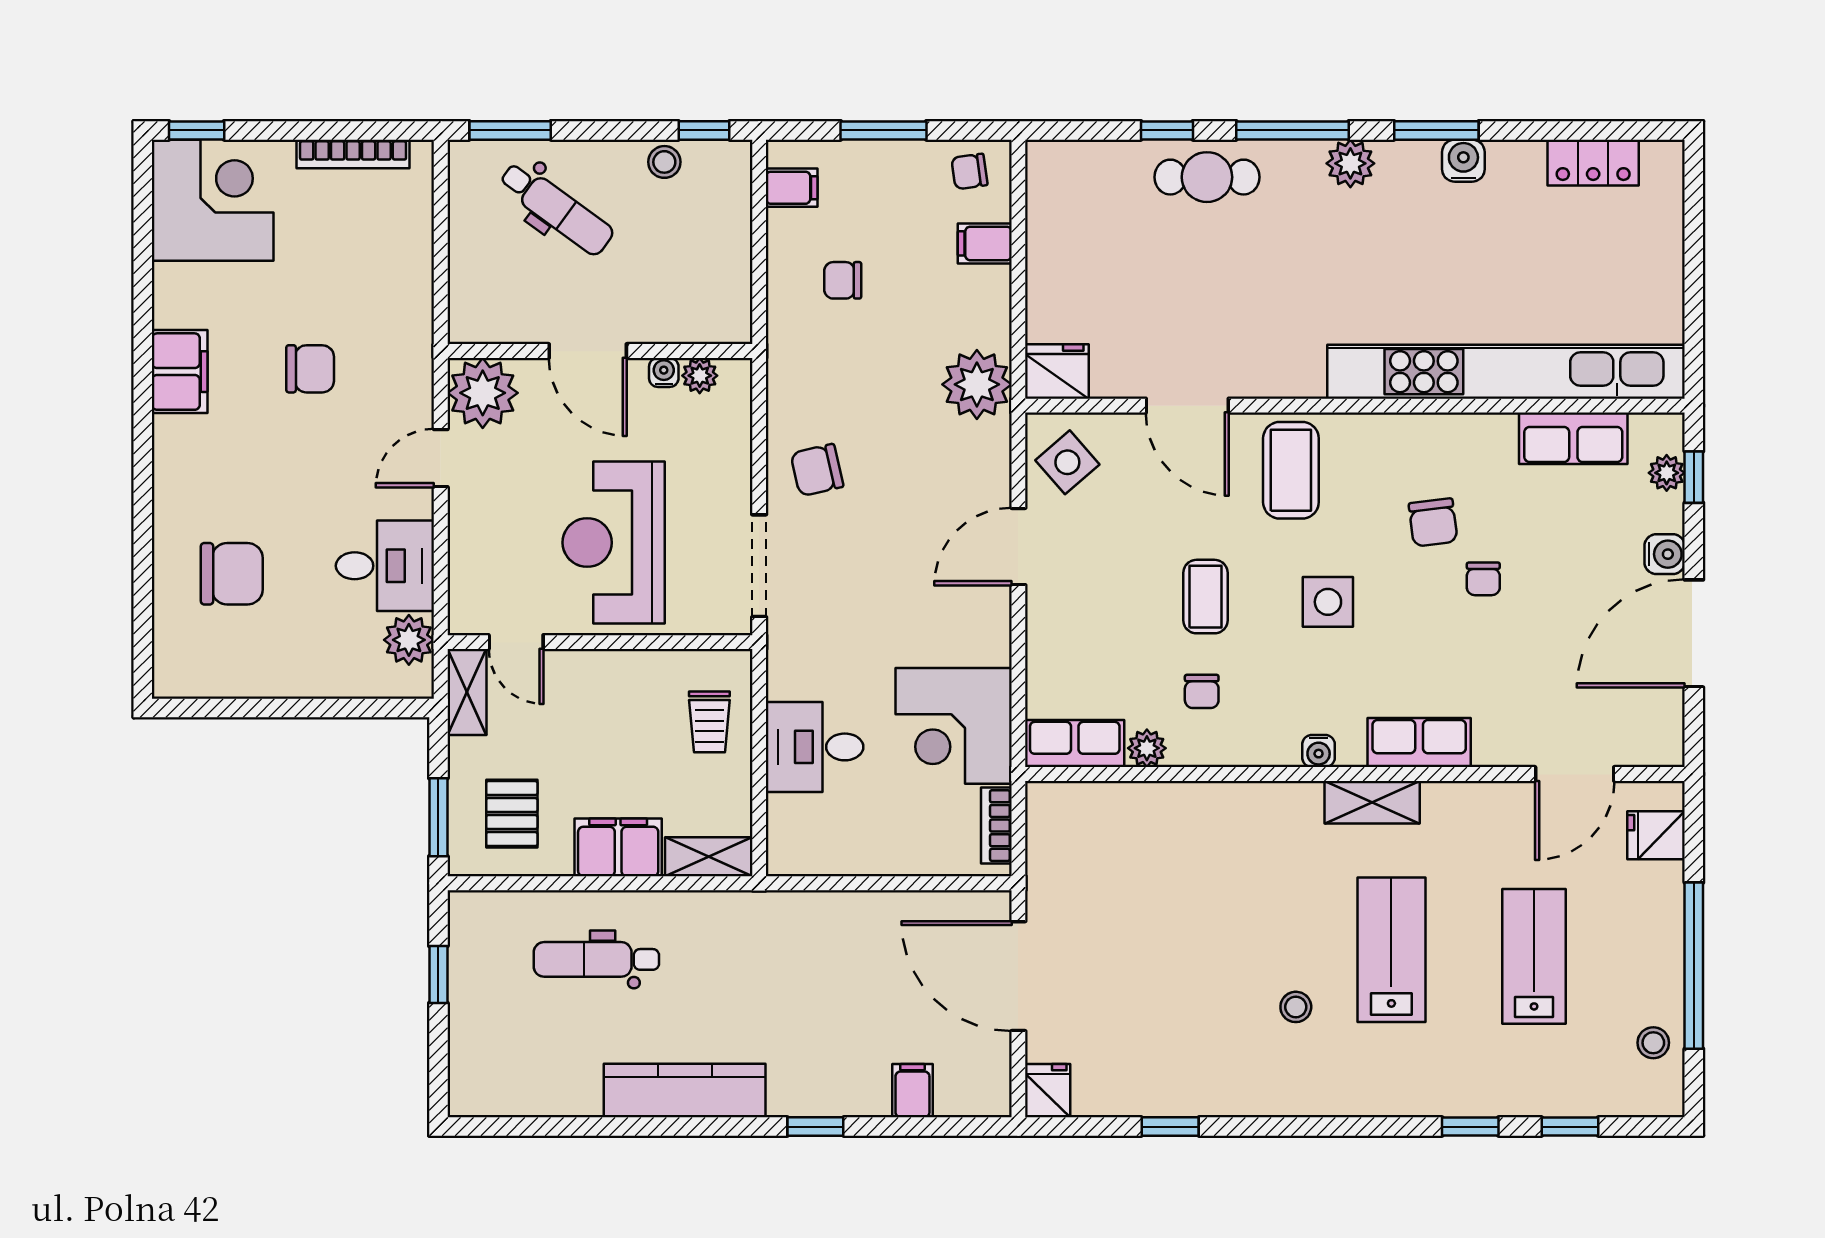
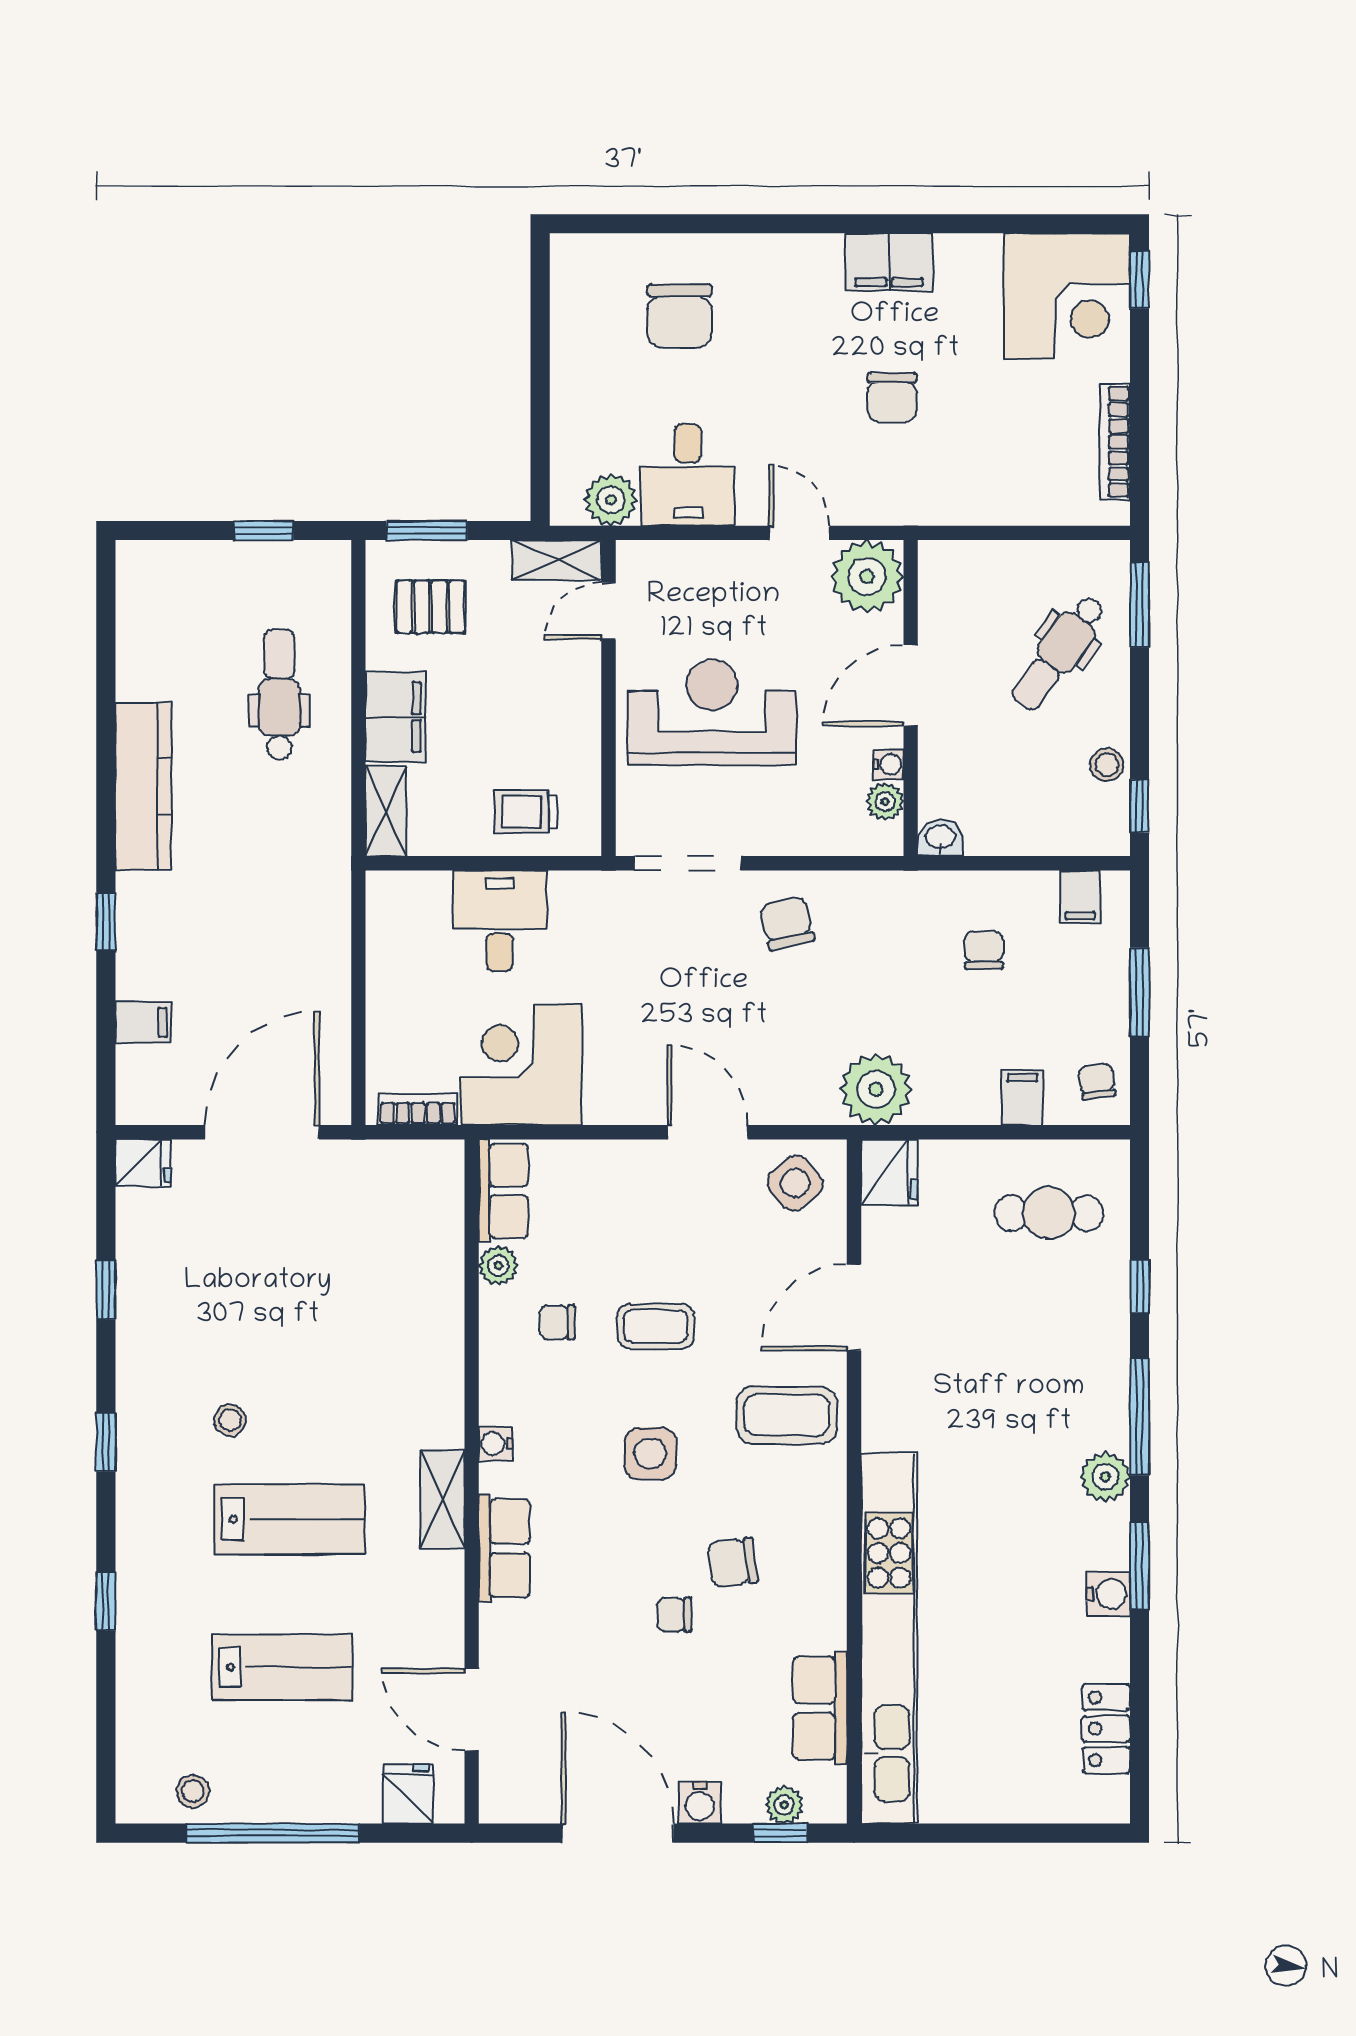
cafe table: (1207, 177) -> (1049, 1213), moved, turned 90
washbasin: (735, 322) -> (940, 838), added
window: (1570, 1127) -> (106, 1442), moved

